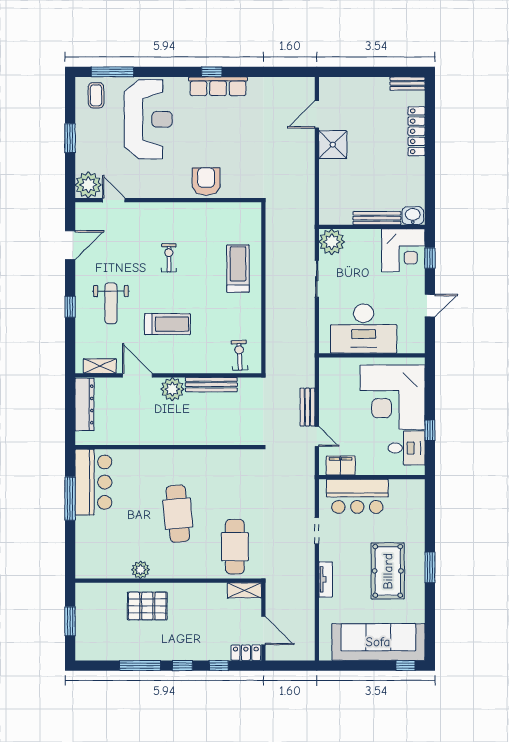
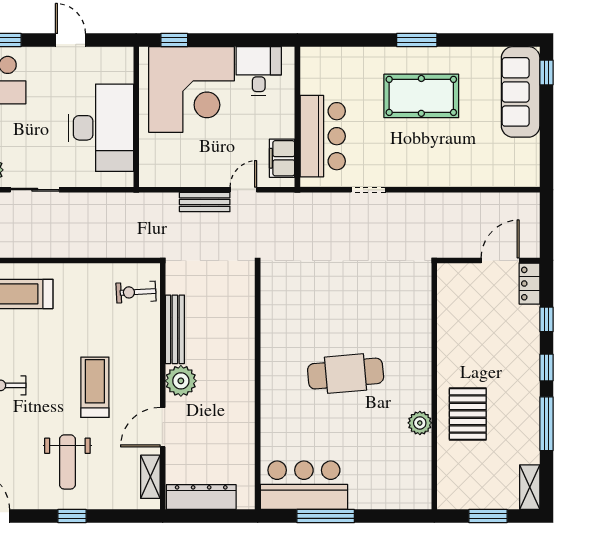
weight bench: (111, 303) -> (67, 462), turned 90
window: (430, 430) -> (174, 40), moved
cafe table: (235, 547) -> (389, 298), removed
tv unit: (326, 579) -> (433, 178), removed
shelving: (244, 590) -> (530, 487), moved
sofa: (378, 642) -> (521, 92), width x0.74, depth x0.79

